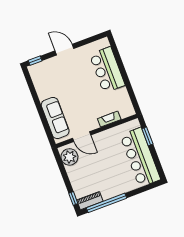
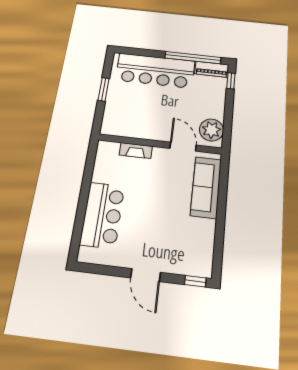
window: (147, 136) -> (104, 89), moved
bar counter: (140, 157) -> (155, 71), moved, turned 90

